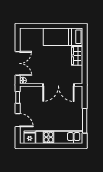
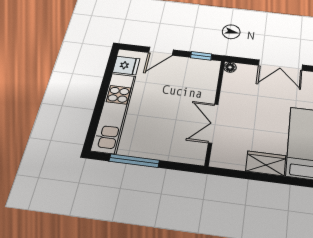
double door: (18, 63) -> (280, 65), moved
double door: (58, 85) -> (213, 123), width x0.73

